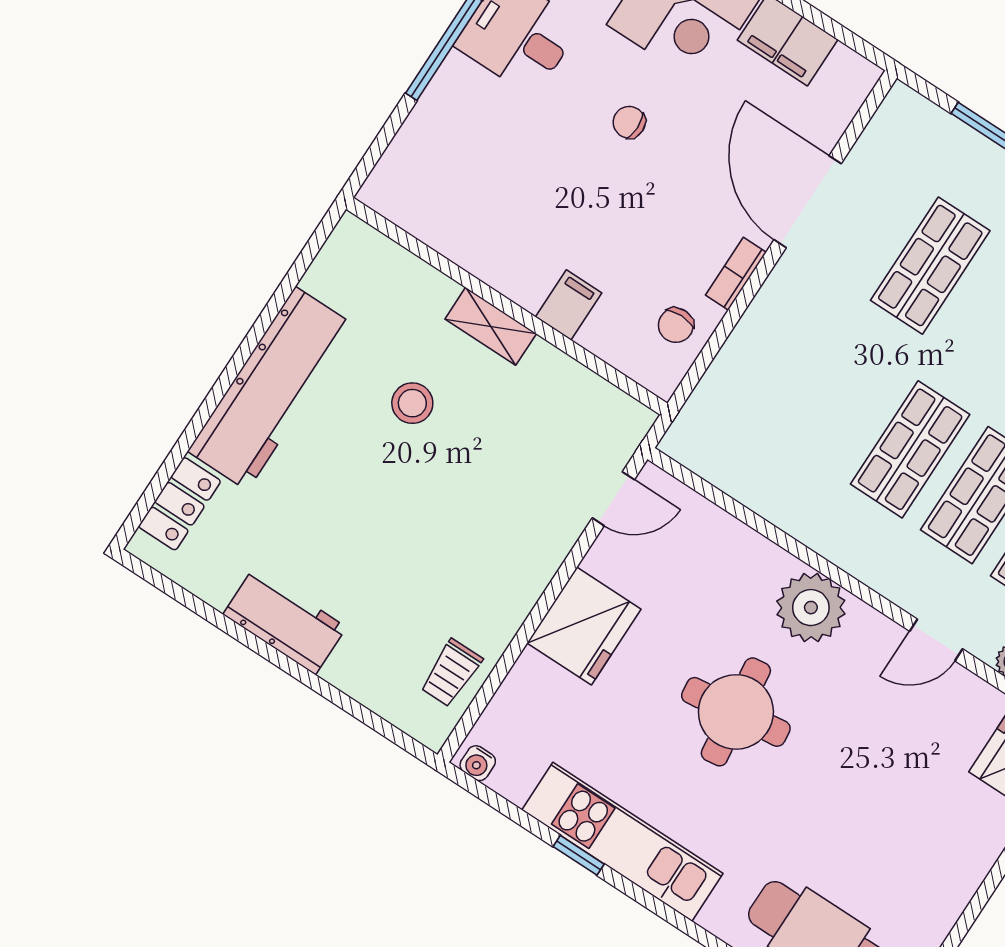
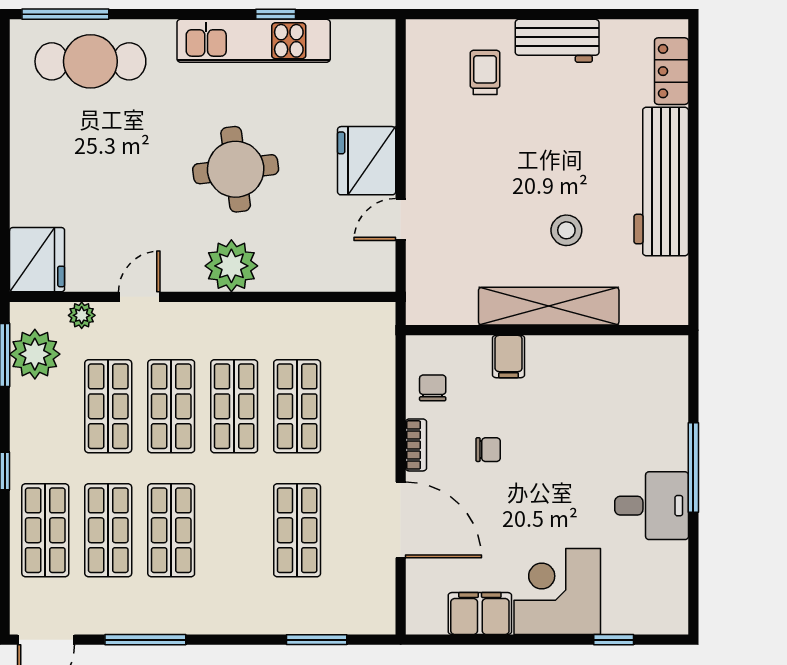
chair: (629, 122) -> (488, 450), moved
shelving: (491, 326) -> (549, 306), width x2.20, depth x1.33
shop shelf: (840, 403) -> (297, 406), added
door: (613, 499) -> (401, 220), moved
trolley: (451, 673) -> (485, 72), moved
water cooler: (478, 763) -> (377, 31), removed

